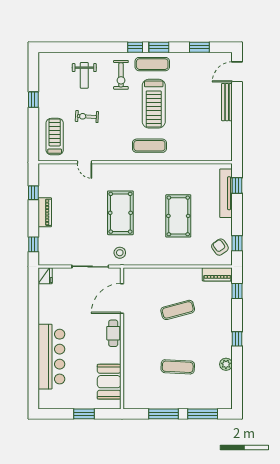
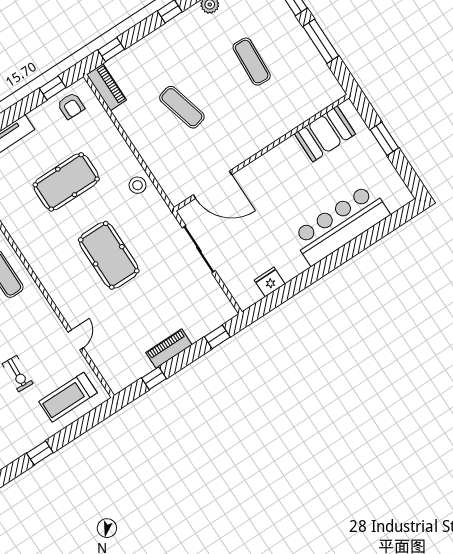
pool table: (120, 213) -> (109, 255), turned 90
armchair: (220, 247) -> (71, 106), turned -55
stool: (120, 253) -> (138, 185), moved
fridge: (45, 276) -> (270, 282), moved
cafe table: (113, 333) -> (262, 168), removed

